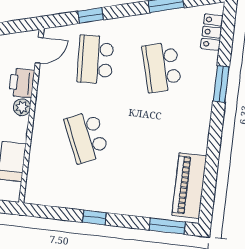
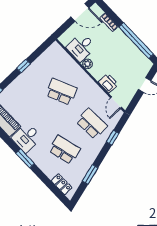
window: (221, 84) -> (25, 158), moved
plant: (22, 107) -> (88, 64), moved
desk: (188, 132) -> (27, 138), added

